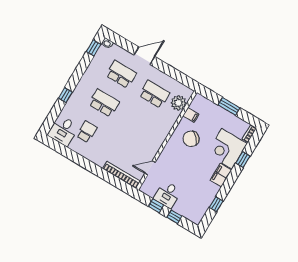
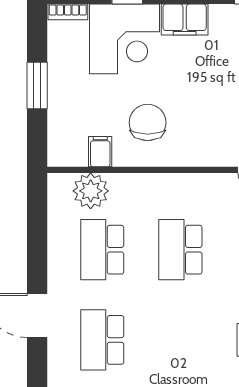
school desk: (104, 103) -> (180, 250), moved
chair: (191, 139) -> (148, 123), turned -136

